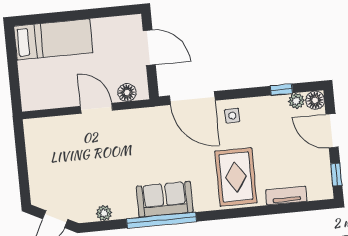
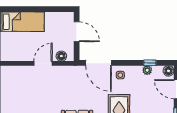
plant: (296, 101) -> (147, 70), moved
door: (96, 108) -> (43, 63), hinge flipped

